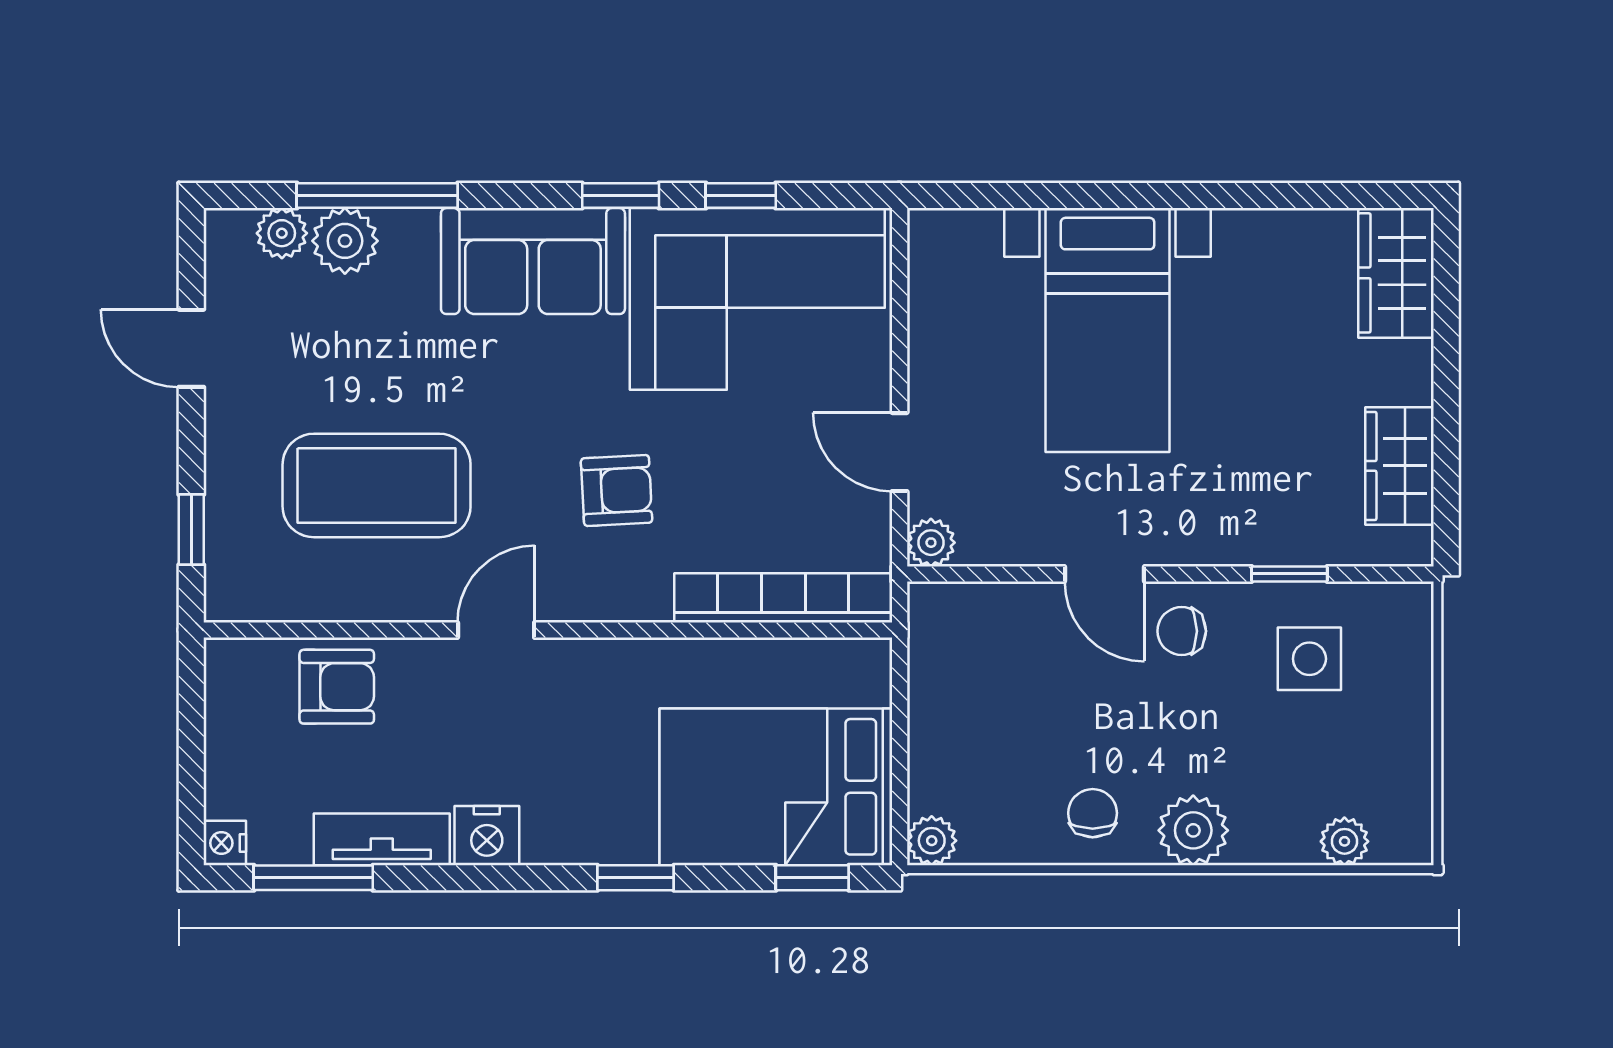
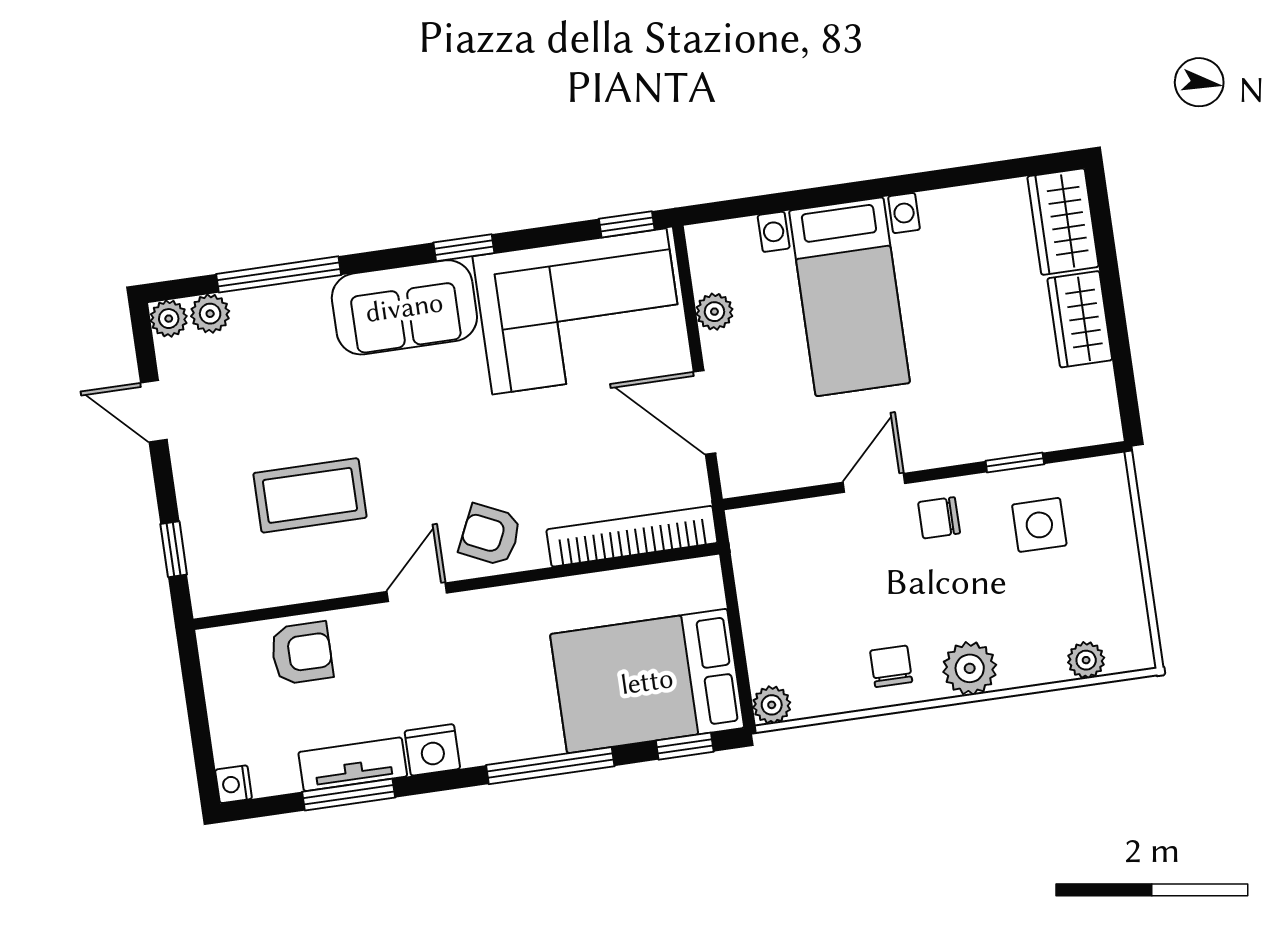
window: (741, 196) -> (627, 224), moved
plant: (345, 241) -> (169, 319), moved, width x0.73, depth x0.73
door: (900, 452) -> (705, 412), width x1.38
wardrobe: (1400, 466) -> (1080, 319), moved
coffee table: (377, 485) -> (310, 495), width x0.73, depth x0.76
armchair: (617, 490) -> (490, 535), moved, turned -152
plant: (931, 543) -> (714, 312), moved
door: (1104, 574) -> (874, 483), swing flipped
window: (313, 878) -> (349, 795), moved
window: (636, 878) -> (550, 766), width x2.17

